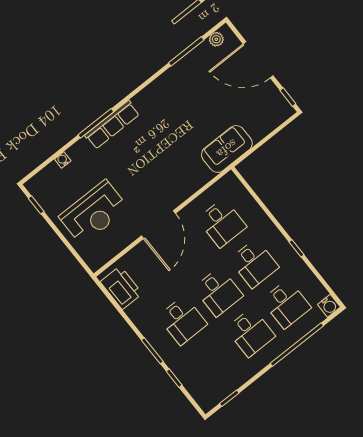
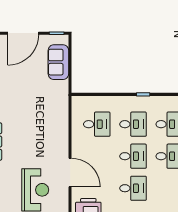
sofa: (227, 149) -> (58, 62), moved
door: (158, 225) -> (70, 173), moved

